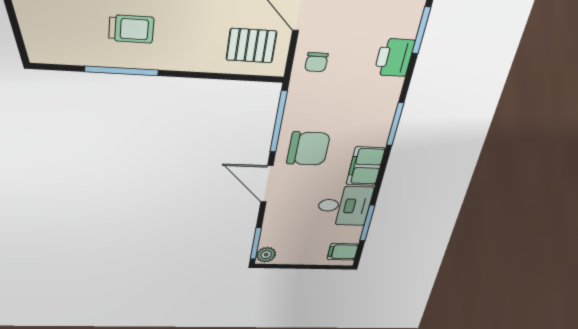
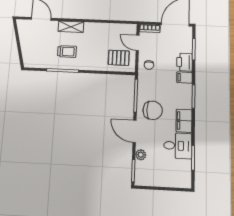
filing cabinet: (343, 252) -> (184, 77), moved
plant: (266, 255) -> (141, 155), moved

